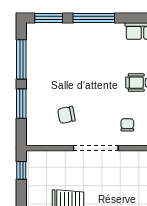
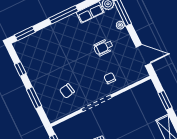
window: (94, 18) -> (64, 15), moved
window: (21, 59) -> (20, 69), width x0.46

